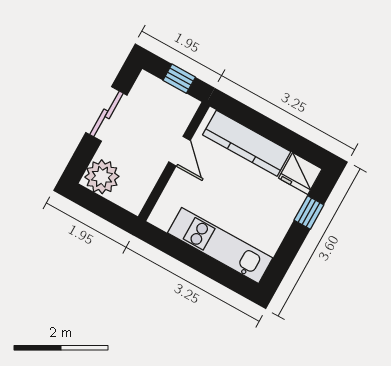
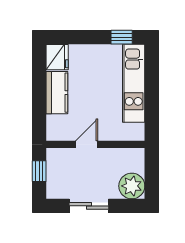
kitchen counter: (247, 143) -> (57, 93), width x0.67
window: (309, 212) -> (122, 37), moved

